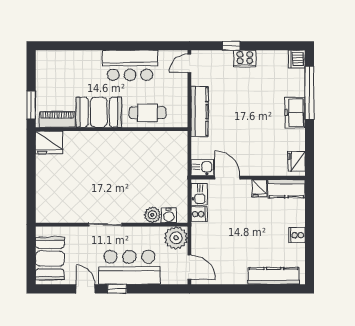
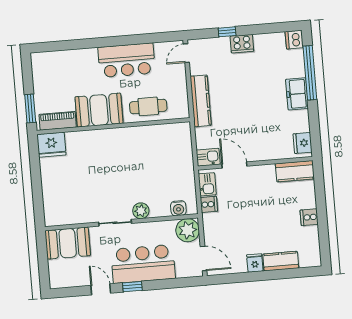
fridge: (259, 188) -> (255, 263), moved, turned 180
plant: (152, 215) -> (141, 211), moved
booth: (50, 259) -> (68, 243), moved, turned 90
kitchen counter: (274, 276) -> (281, 261), width x0.67

